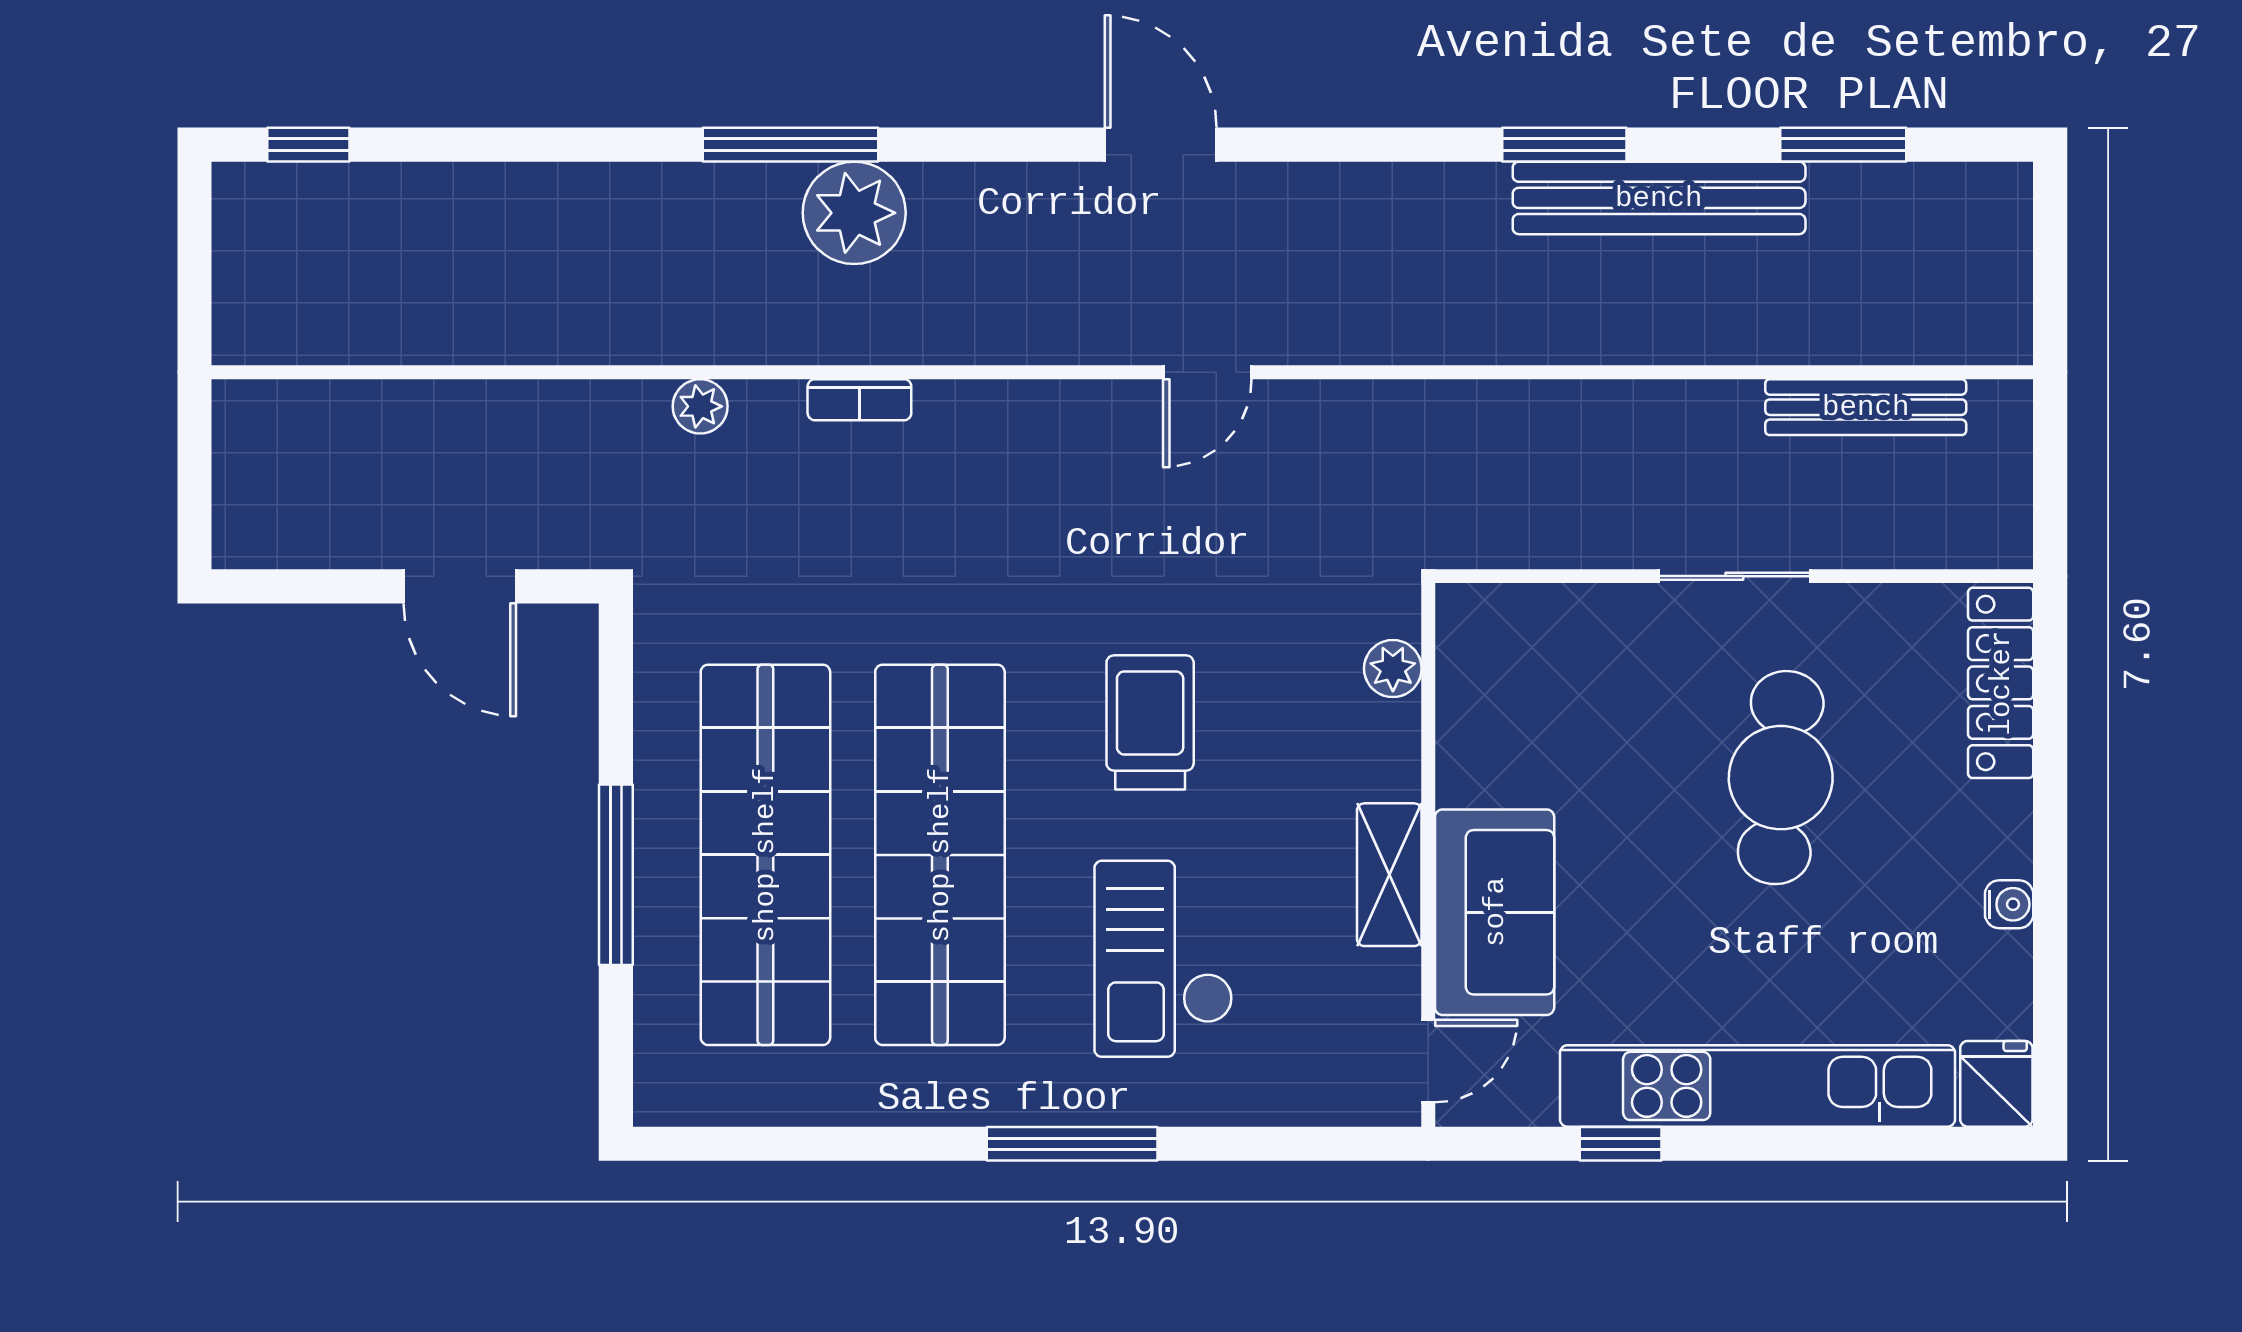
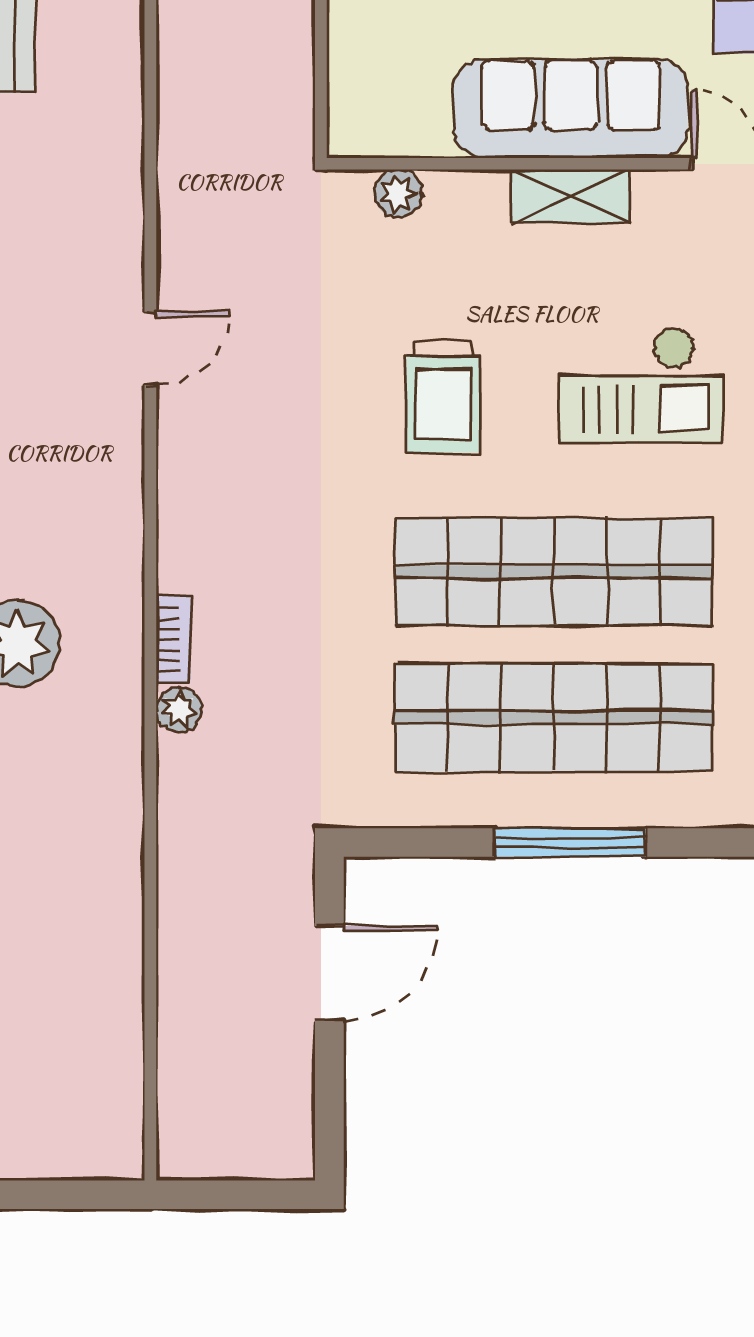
door: (1207, 372) -> (150, 348), hinge flipped
plant: (700, 406) -> (179, 710), moved
trolley: (1150, 722) -> (443, 396), turned -90
sofa: (1495, 912) -> (571, 108), width x1.36

